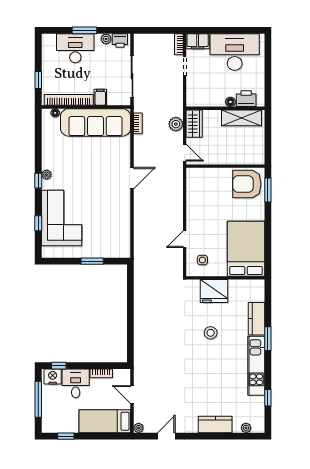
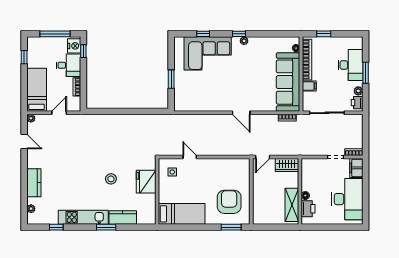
plant: (176, 124) -> (287, 150), removed
armchair: (247, 184) -> (229, 202), moved
bed: (246, 249) -> (182, 214), width x0.67

